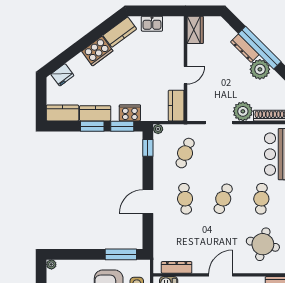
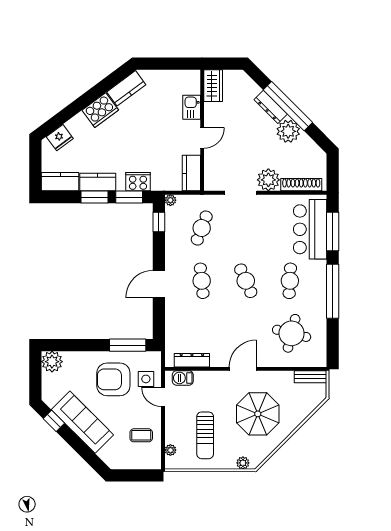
kitchen sink: (152, 24) -> (192, 107), moved, turned 90
cafe table: (223, 199) -> (246, 281), turned -45
plant: (51, 264) -> (52, 362), width x1.88, depth x1.88

